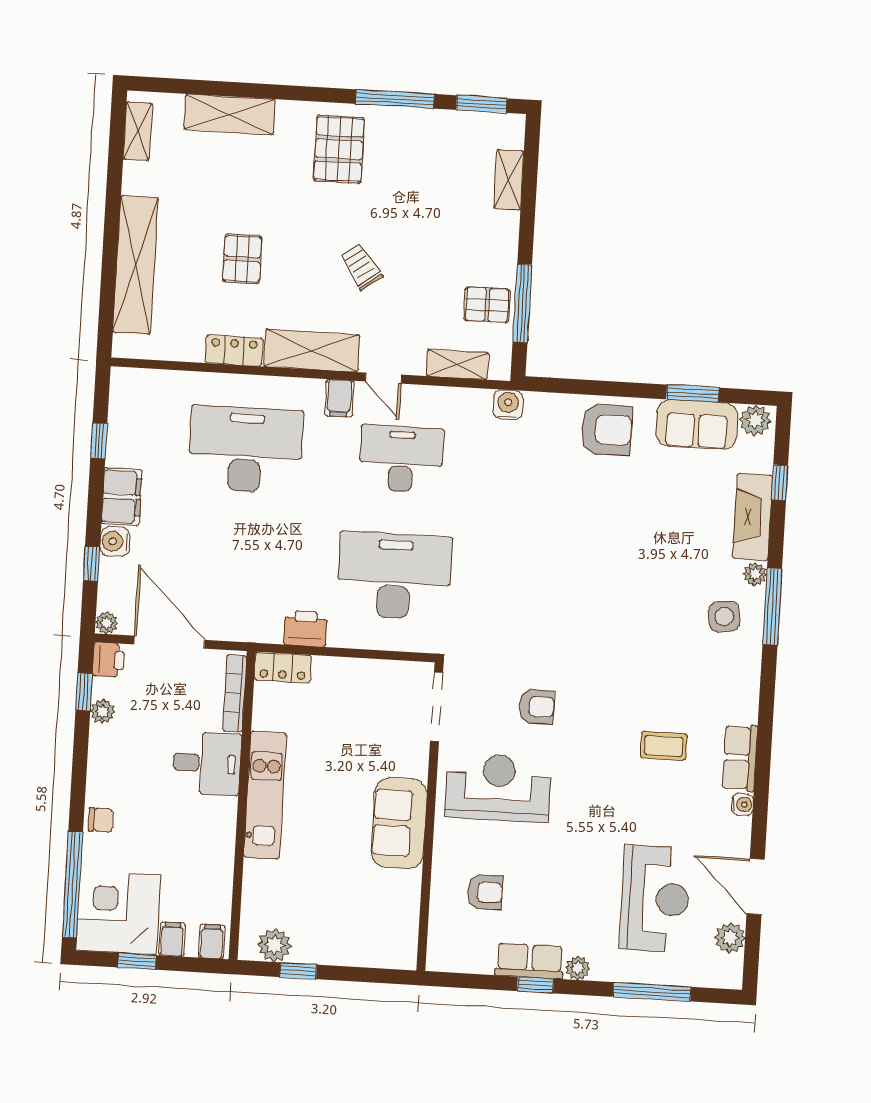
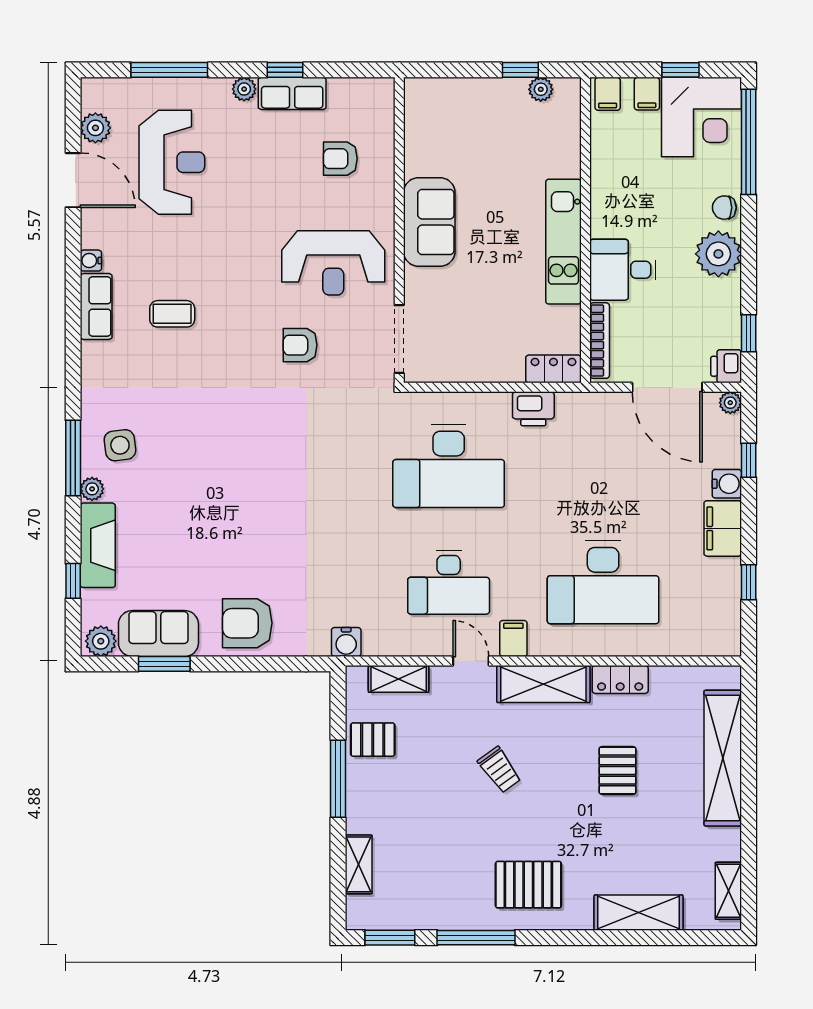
pallet: (339, 149) -> (528, 885), turned 90
window: (522, 303) -> (338, 779), moved
plant: (102, 712) -> (718, 254), moved, width x1.88, depth x1.88
reception desk: (655, 899) -> (172, 162), turned 180
plant: (275, 945) -> (541, 89), width x0.73, depth x0.73

